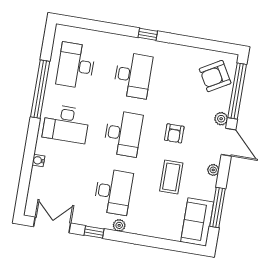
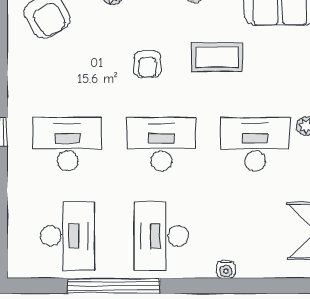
desk: (76, 66) -> (68, 236), turned -90
desk: (66, 124) -> (161, 236), turned 180
armchair: (174, 133) -> (148, 64), turned 90

